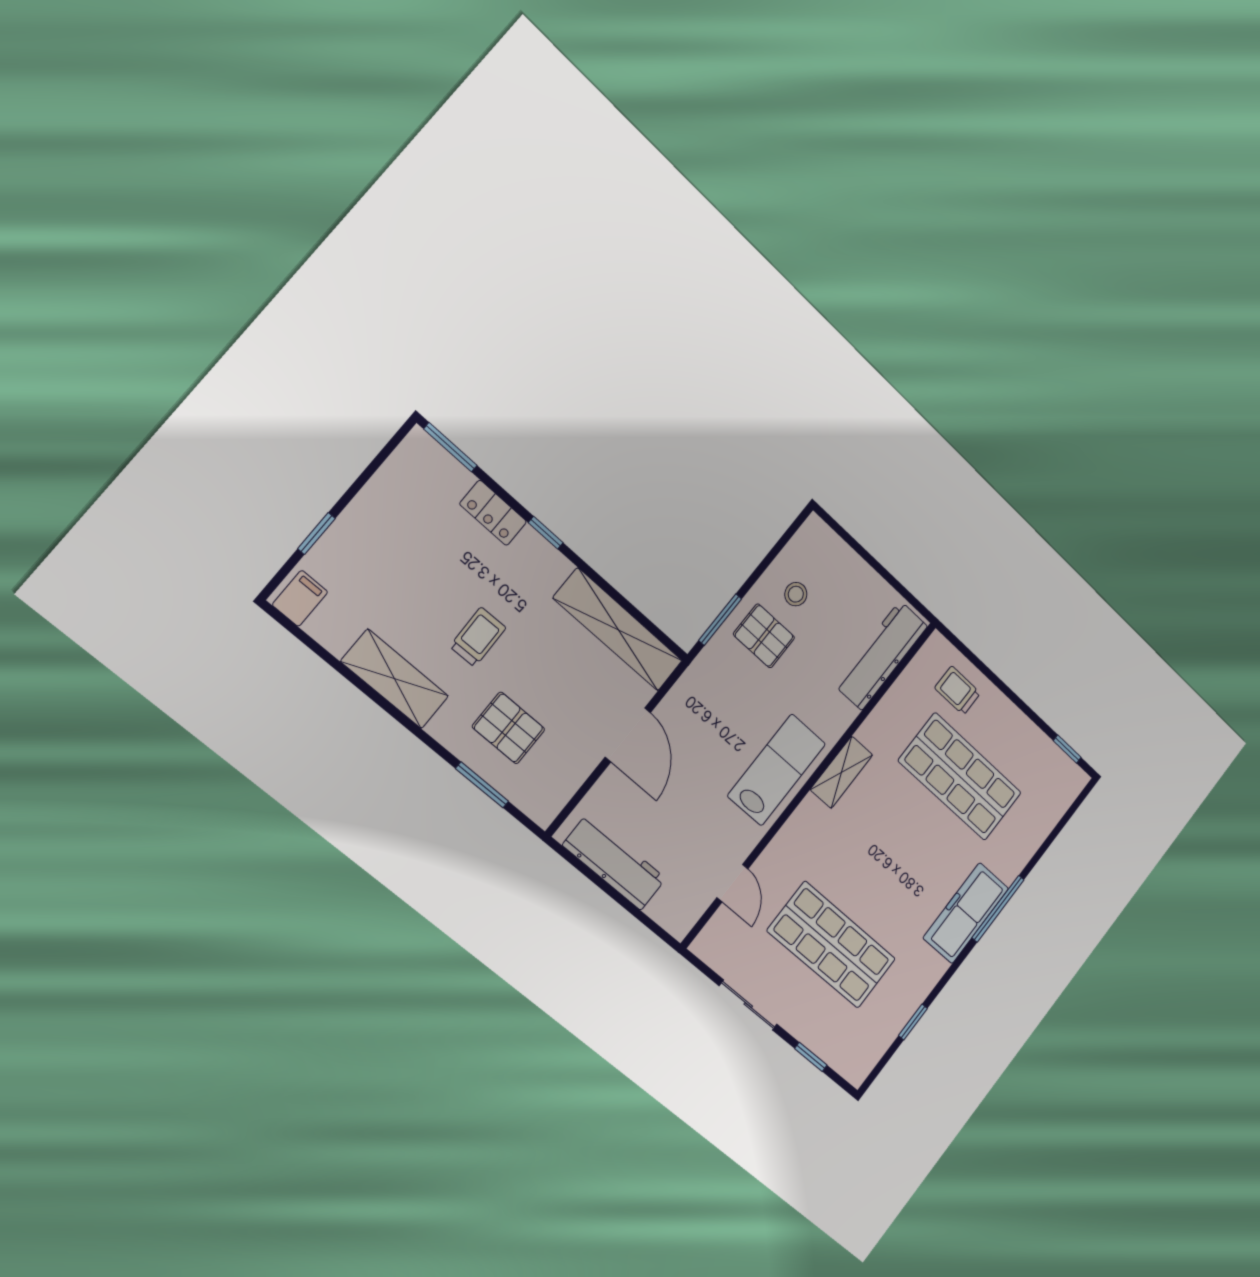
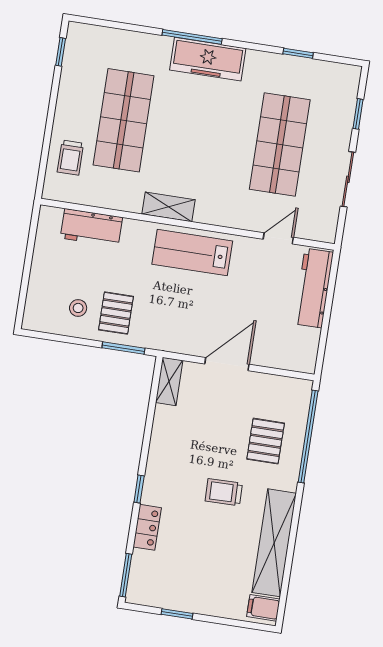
window: (316, 533) -> (177, 614), moved
shelving: (618, 630) -> (169, 381), width x0.45, depth x0.75
workbench: (881, 655) -> (91, 228), width x0.73
shelving: (395, 679) -> (274, 543), width x1.47
window: (482, 785) -> (308, 437), width x2.11
workbench: (614, 862) -> (313, 288), moved

